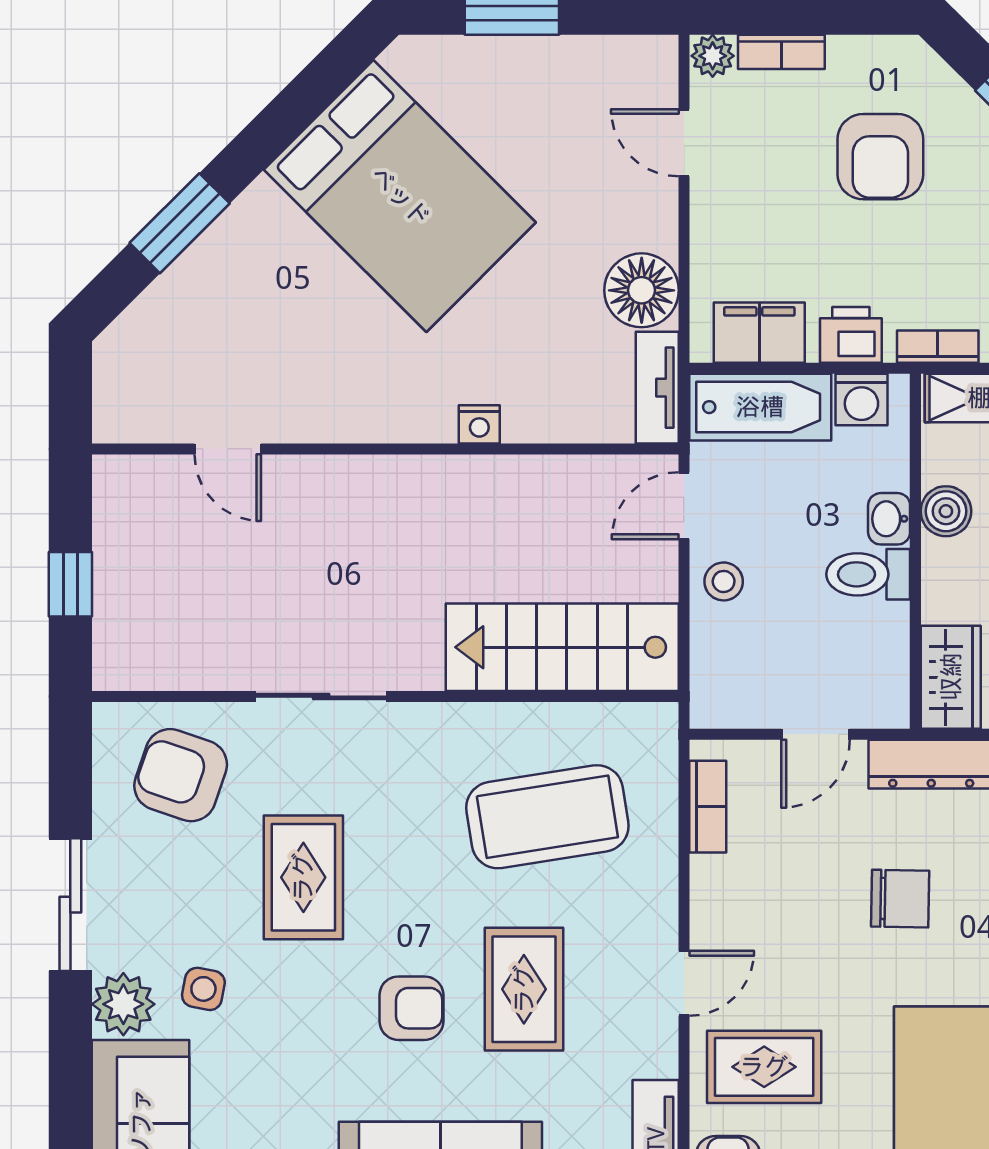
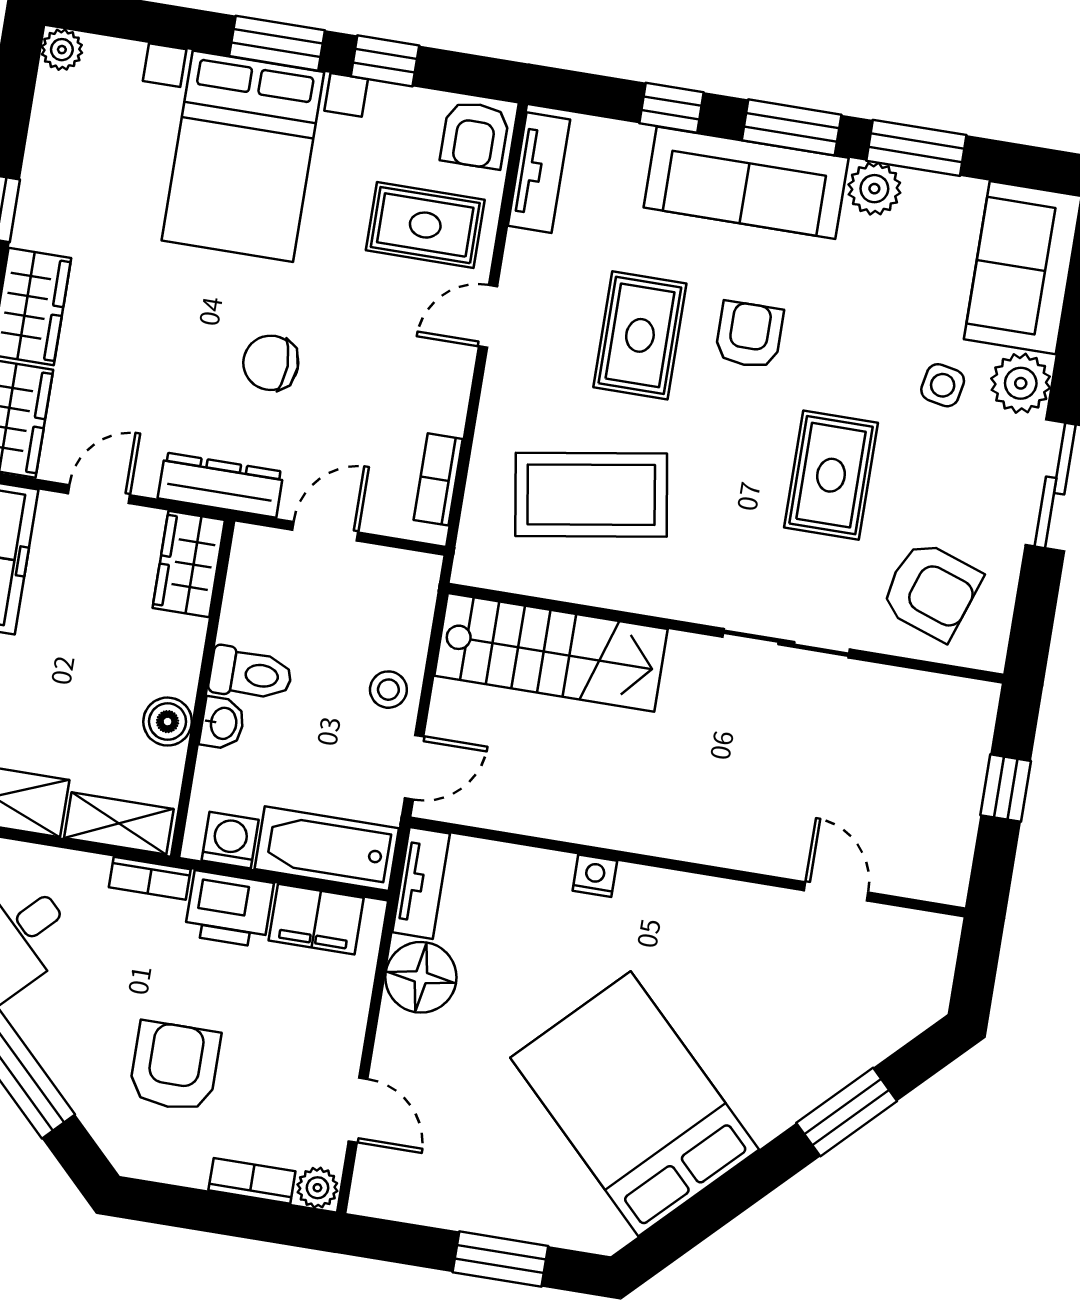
printer: (851, 335) -> (229, 909), width x1.36, depth x1.24
armchair: (411, 1008) -> (749, 335), turned 90

